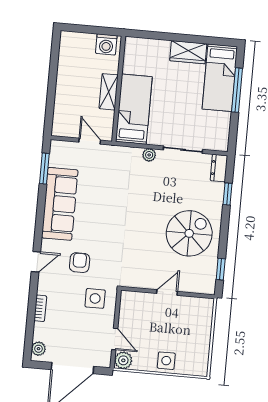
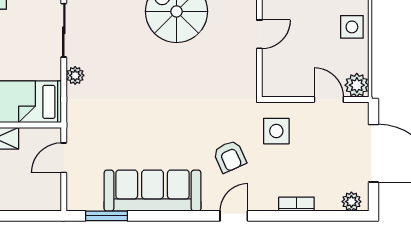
door: (36, 262) -> (234, 216), hinge flipped
armchair: (80, 263) -> (230, 156), turned -114
door: (167, 292) -> (259, 34), swing flipped
door: (115, 339) -> (329, 99), hinge flipped

